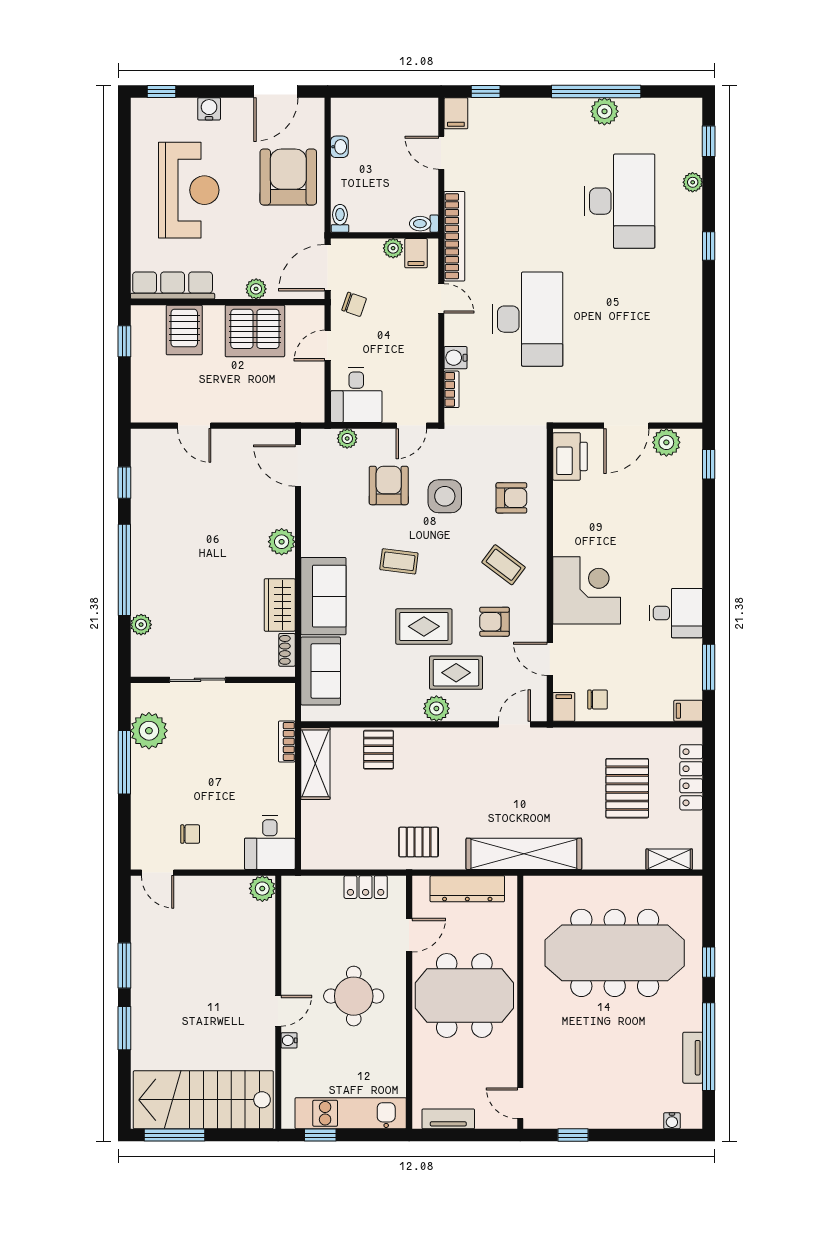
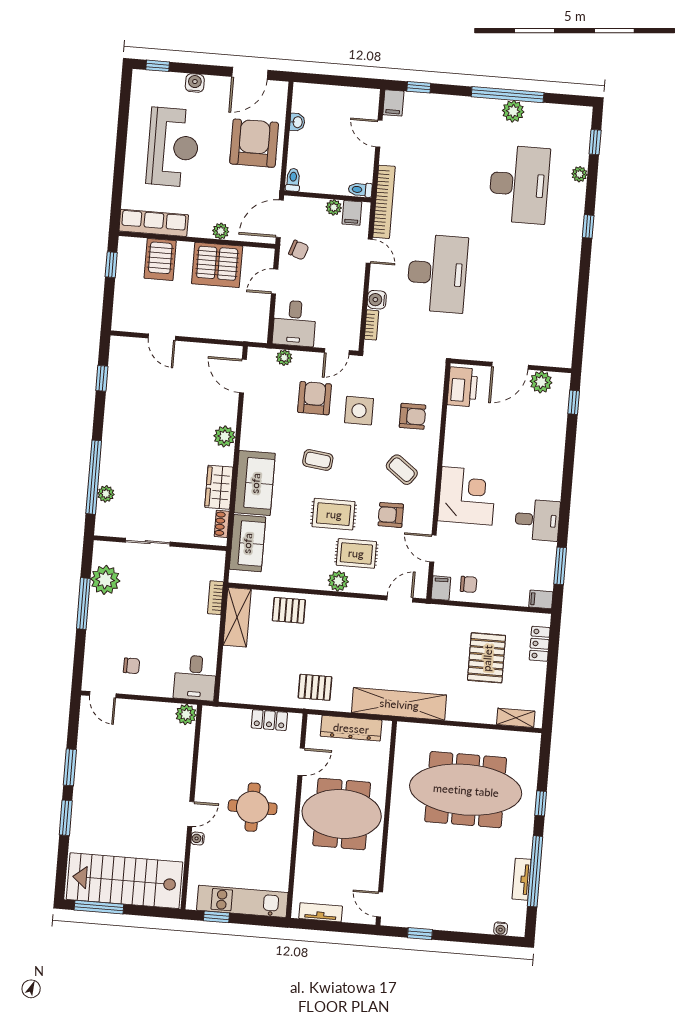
window: (124, 570) -> (94, 477), moved
pallet: (379, 750) -> (289, 610), turned 90
locker: (691, 777) -> (540, 644), width x0.66

